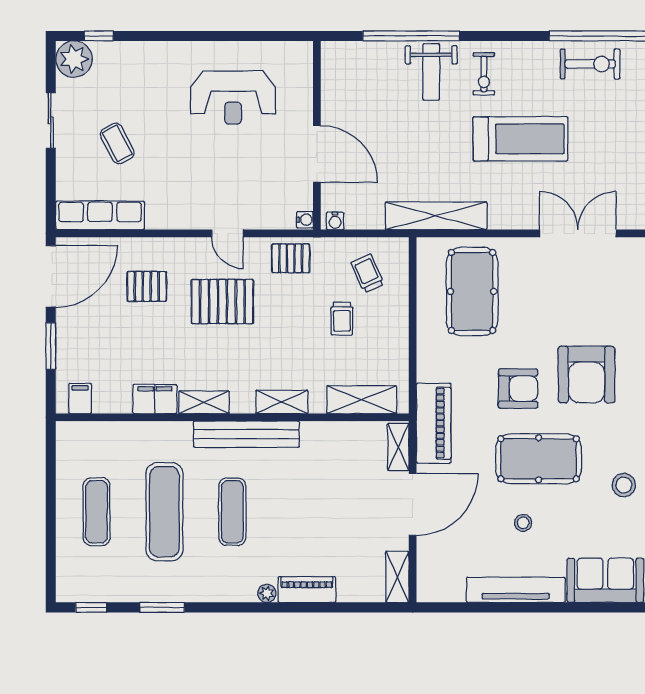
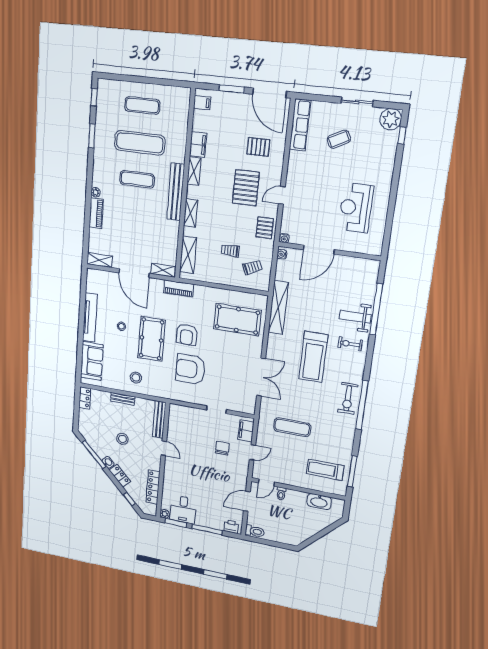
pallet: (147, 286) -> (258, 147), turned 90
piano: (434, 423) -> (179, 288), width x0.73, depth x0.75

